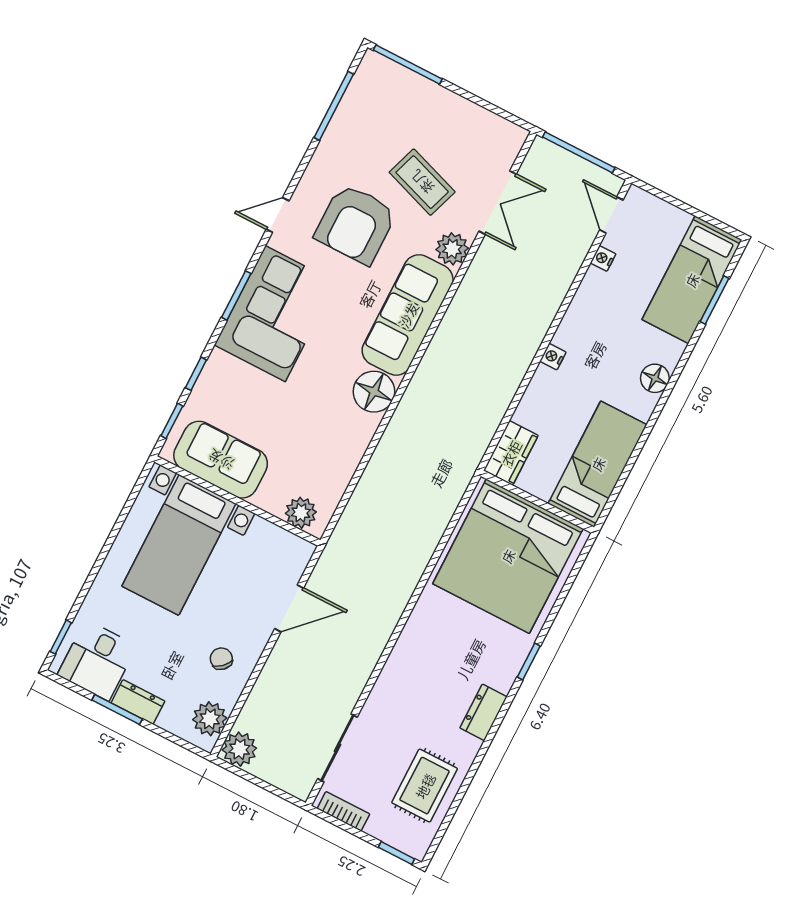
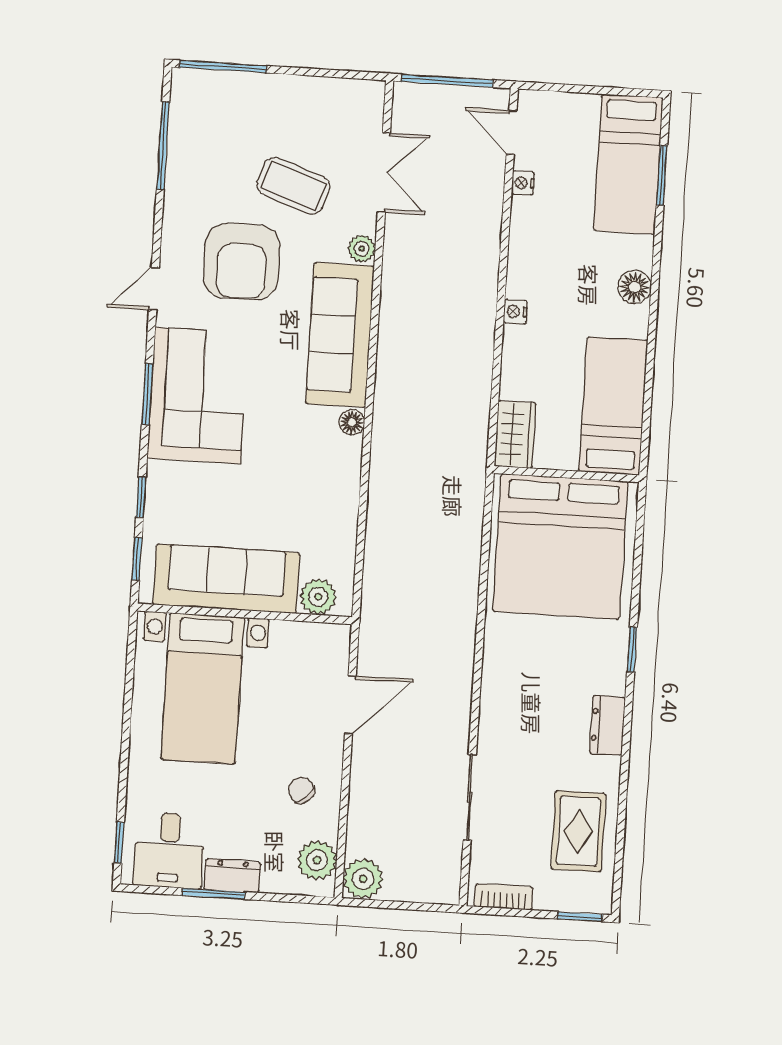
plant: (452, 249) -> (362, 249), width x0.73, depth x0.73
floor lamp: (374, 392) -> (352, 422), width x0.53, depth x0.53
sofa: (221, 460) -> (226, 579), width x1.36
sliding door: (337, 748) -> (470, 797), moved

